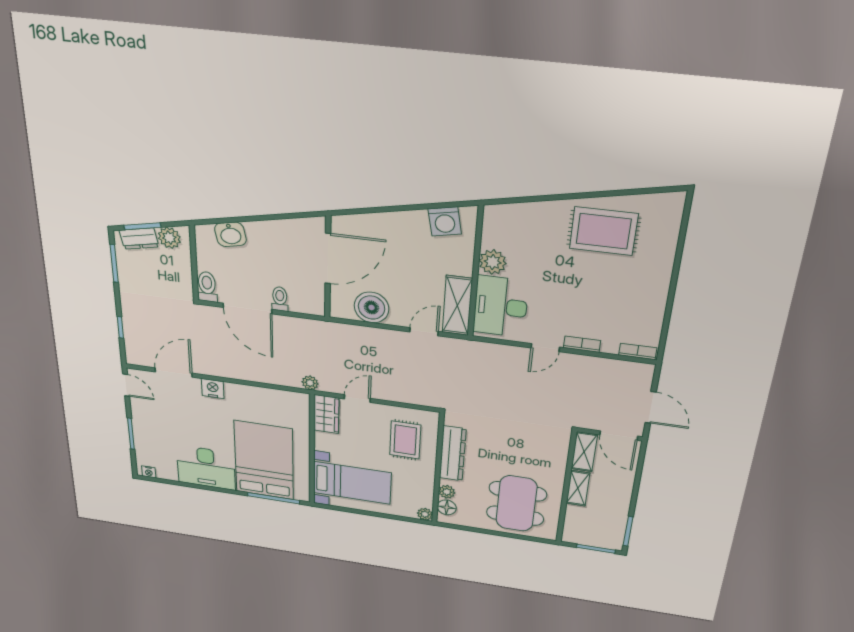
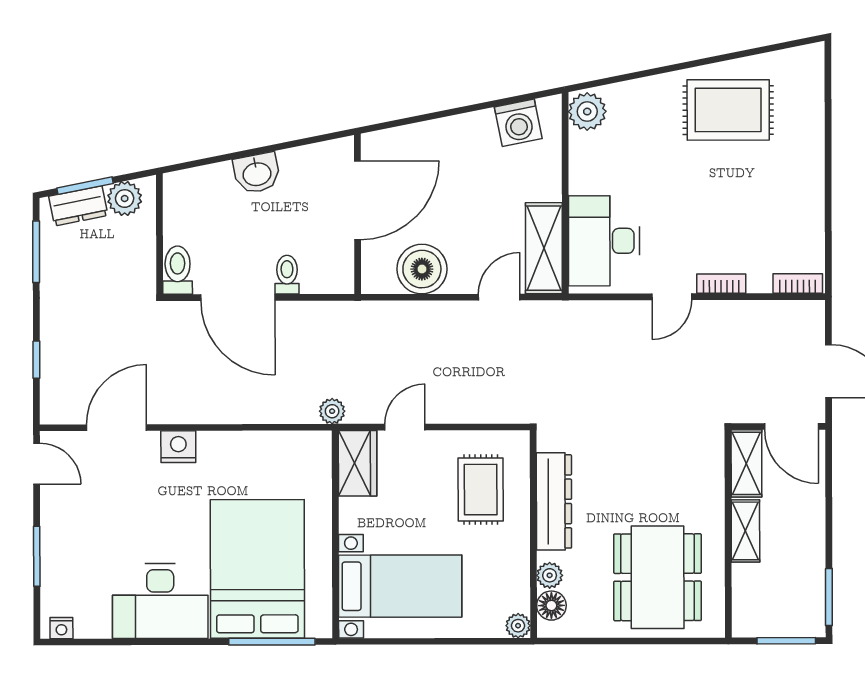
washbasin: (230, 234) -> (257, 173), moved
plant: (493, 262) -> (587, 112), moved

